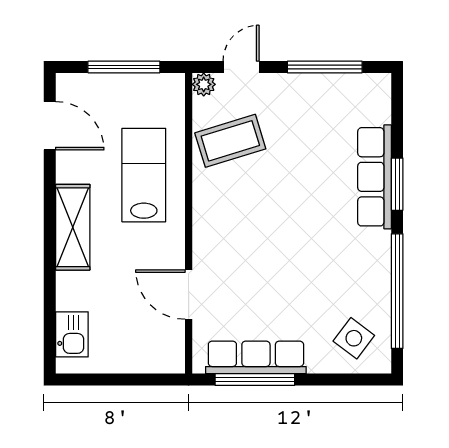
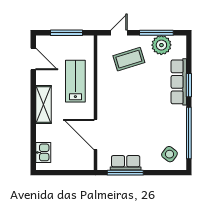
plant: (204, 84) -> (161, 45), moved, width x1.88, depth x1.88
coffee table: (230, 141) -> (129, 59), moved
door: (189, 294) -> (95, 135), width x1.36
row of seats: (256, 357) -> (126, 163), width x0.68

